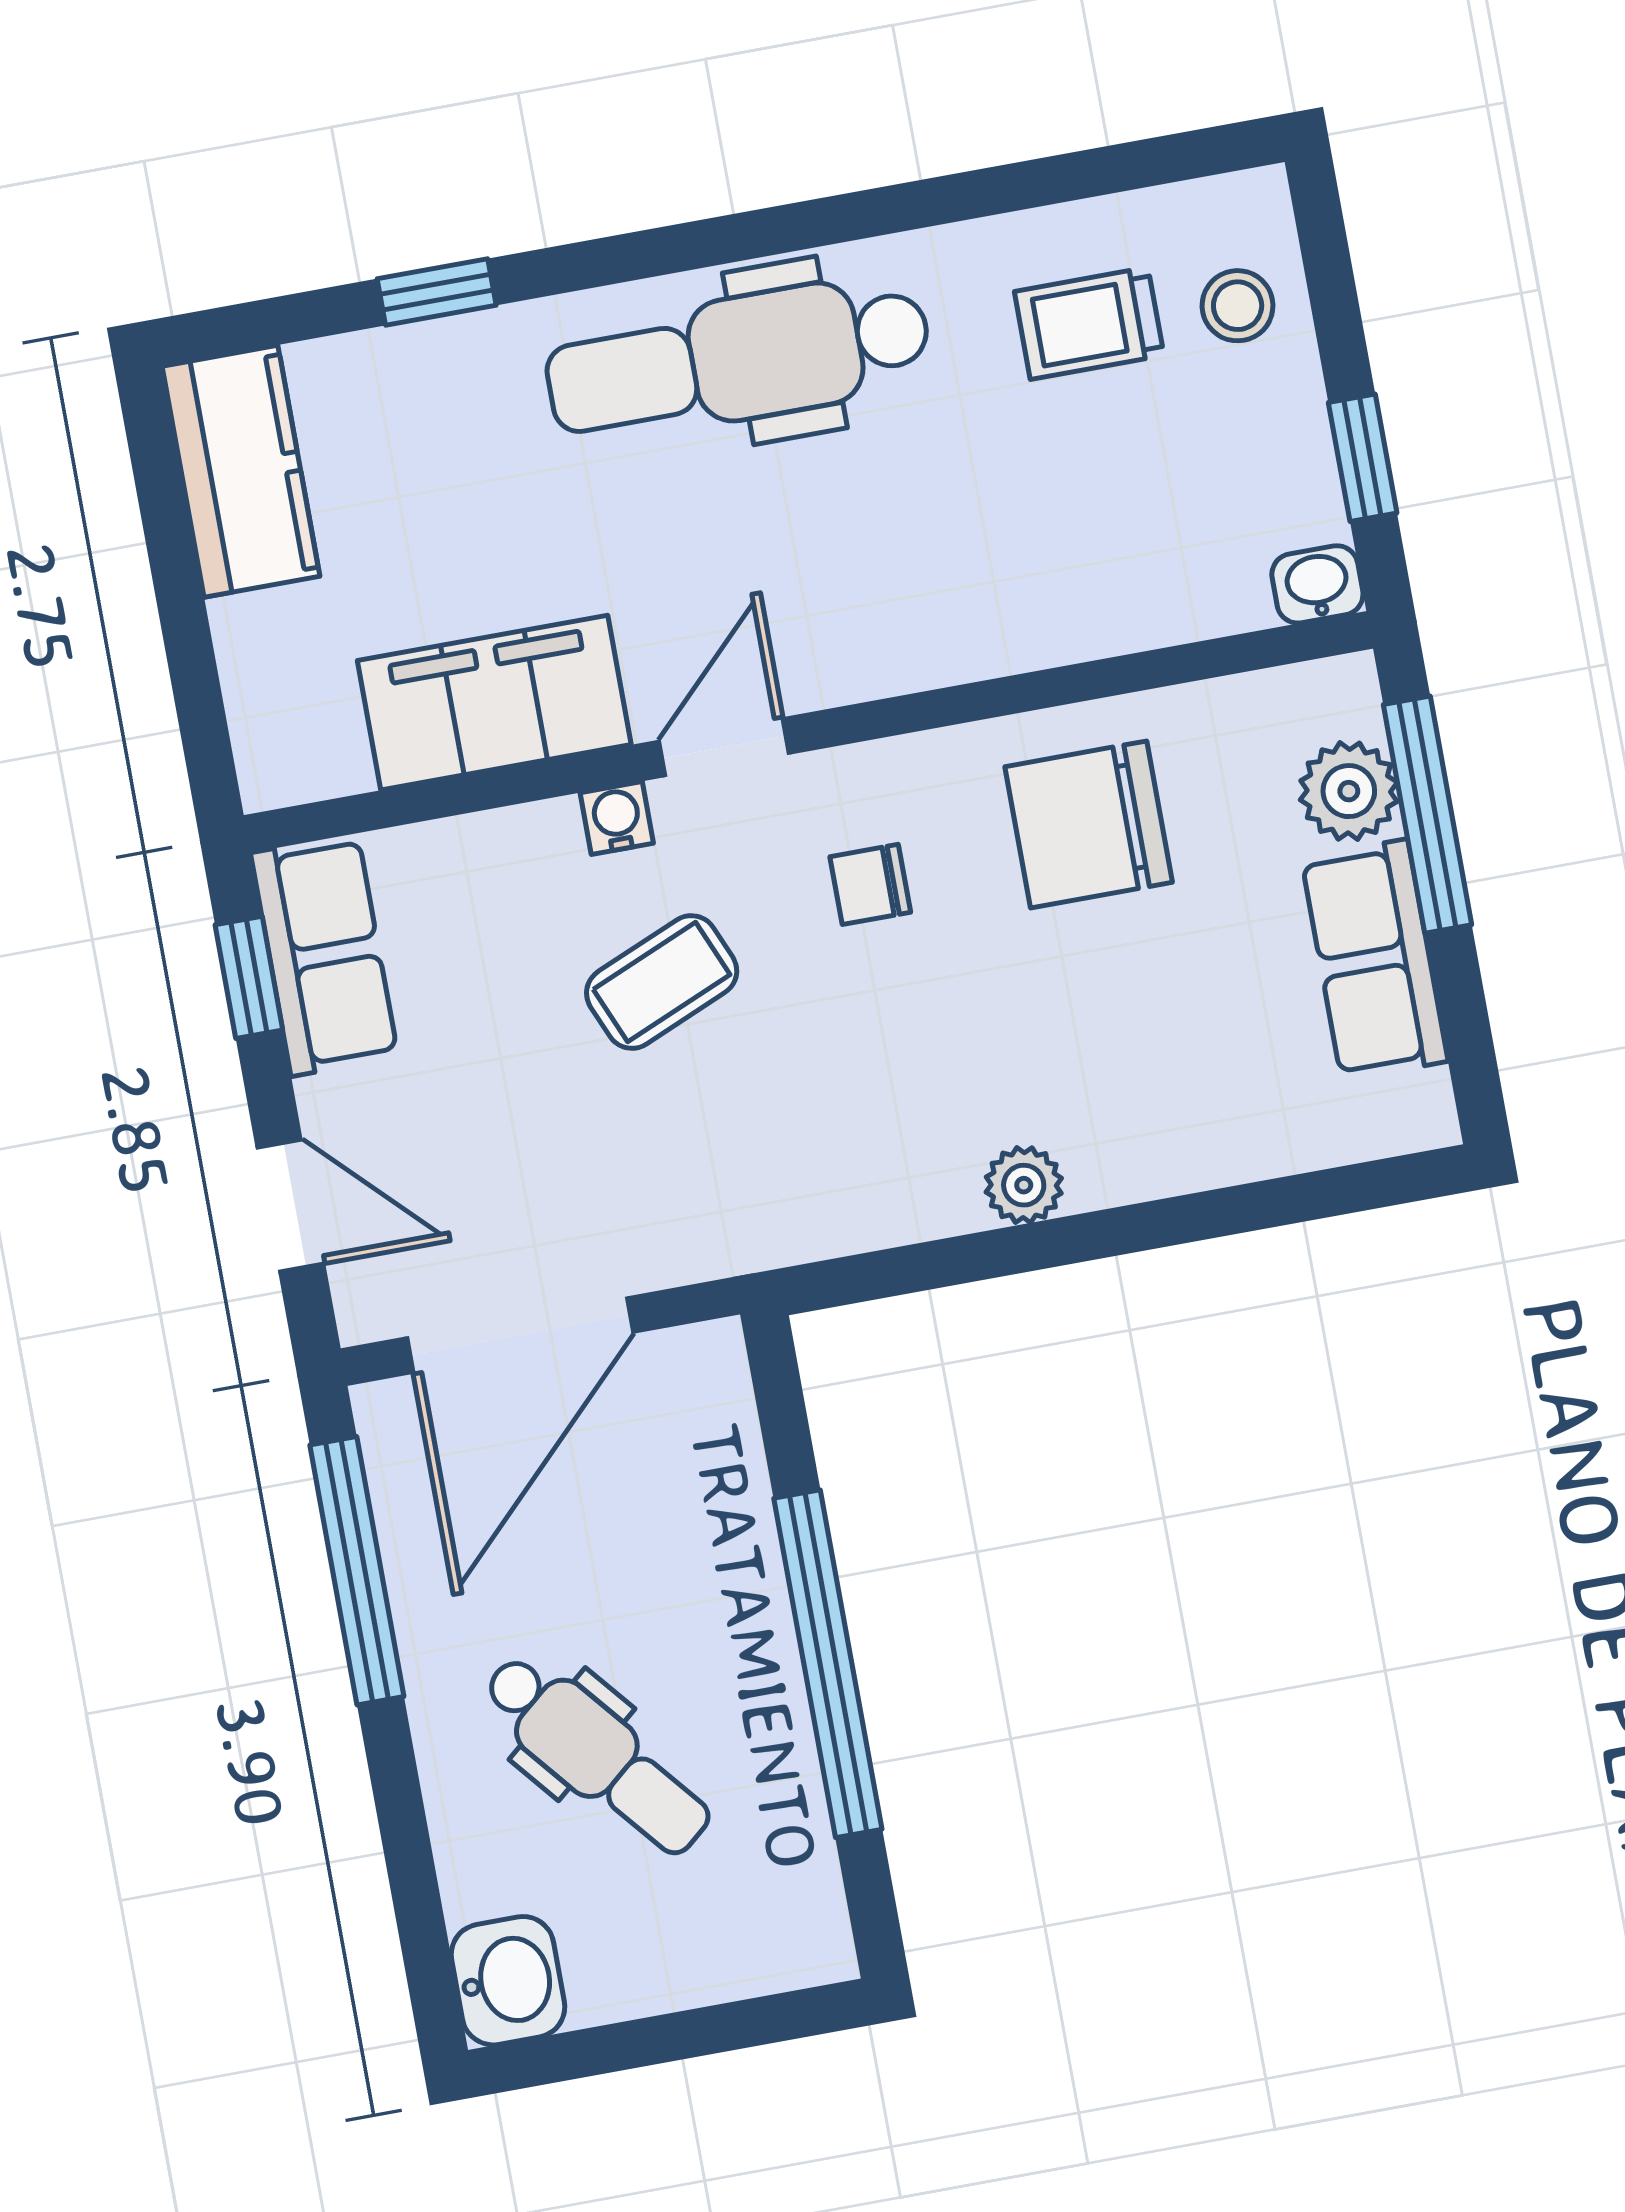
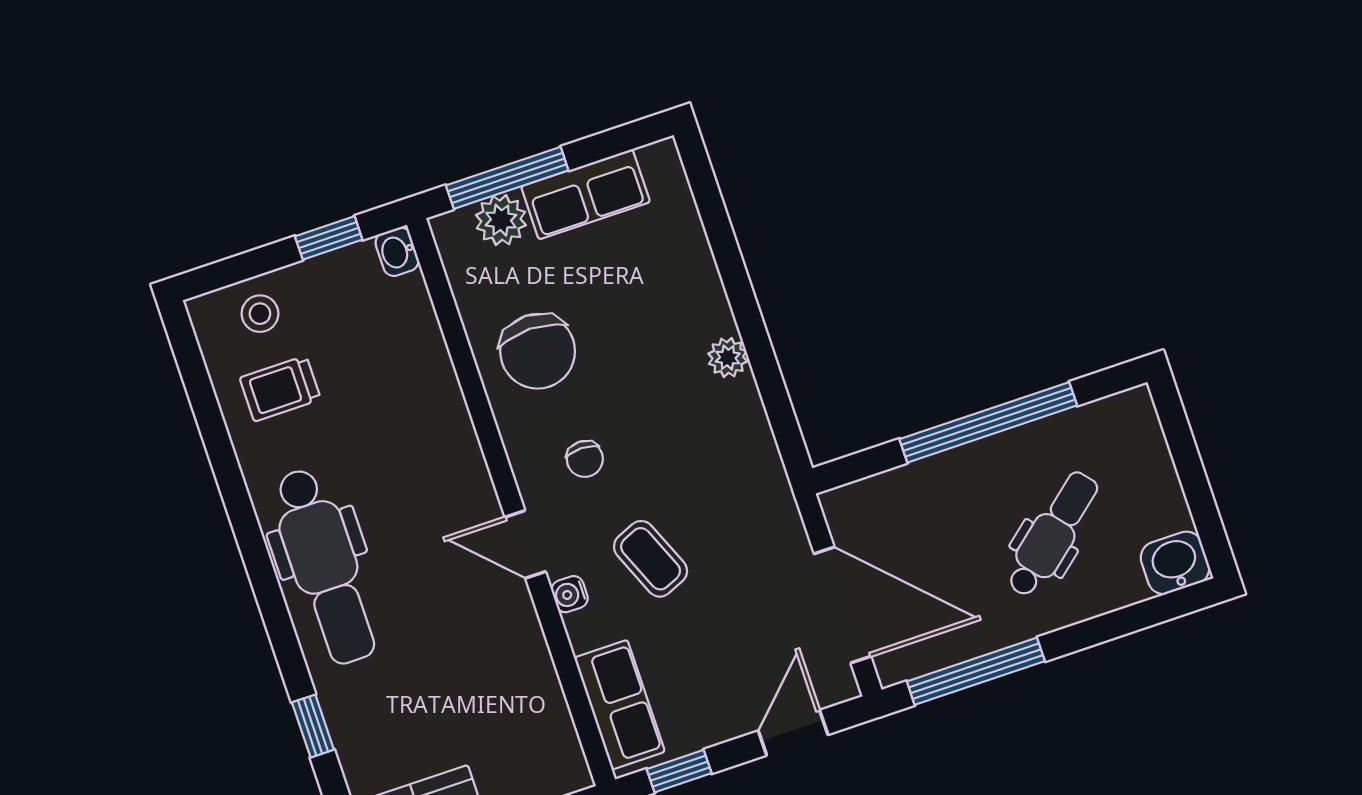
trolley: (1089, 323) -> (280, 389), turned 90
filing cabinet: (494, 703) -> (520, 666), removed
row of seats: (324, 955) -> (619, 705), moved, turned 90

